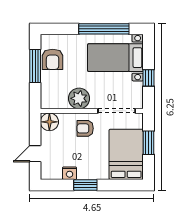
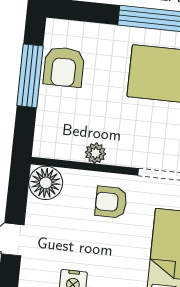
plant: (79, 98) -> (95, 153), width x0.53, depth x0.53

